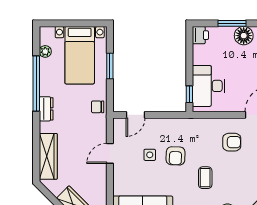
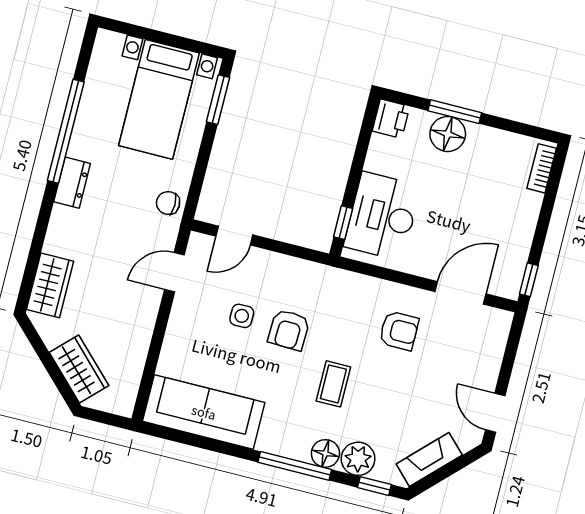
floor lamp: (244, 36) -> (448, 134), moved
plant: (45, 51) -> (97, 76), removed
window: (110, 66) -> (218, 100), moved
door: (110, 153) -> (174, 272), moved
wardrobe: (48, 156) -> (50, 285), width x0.67

